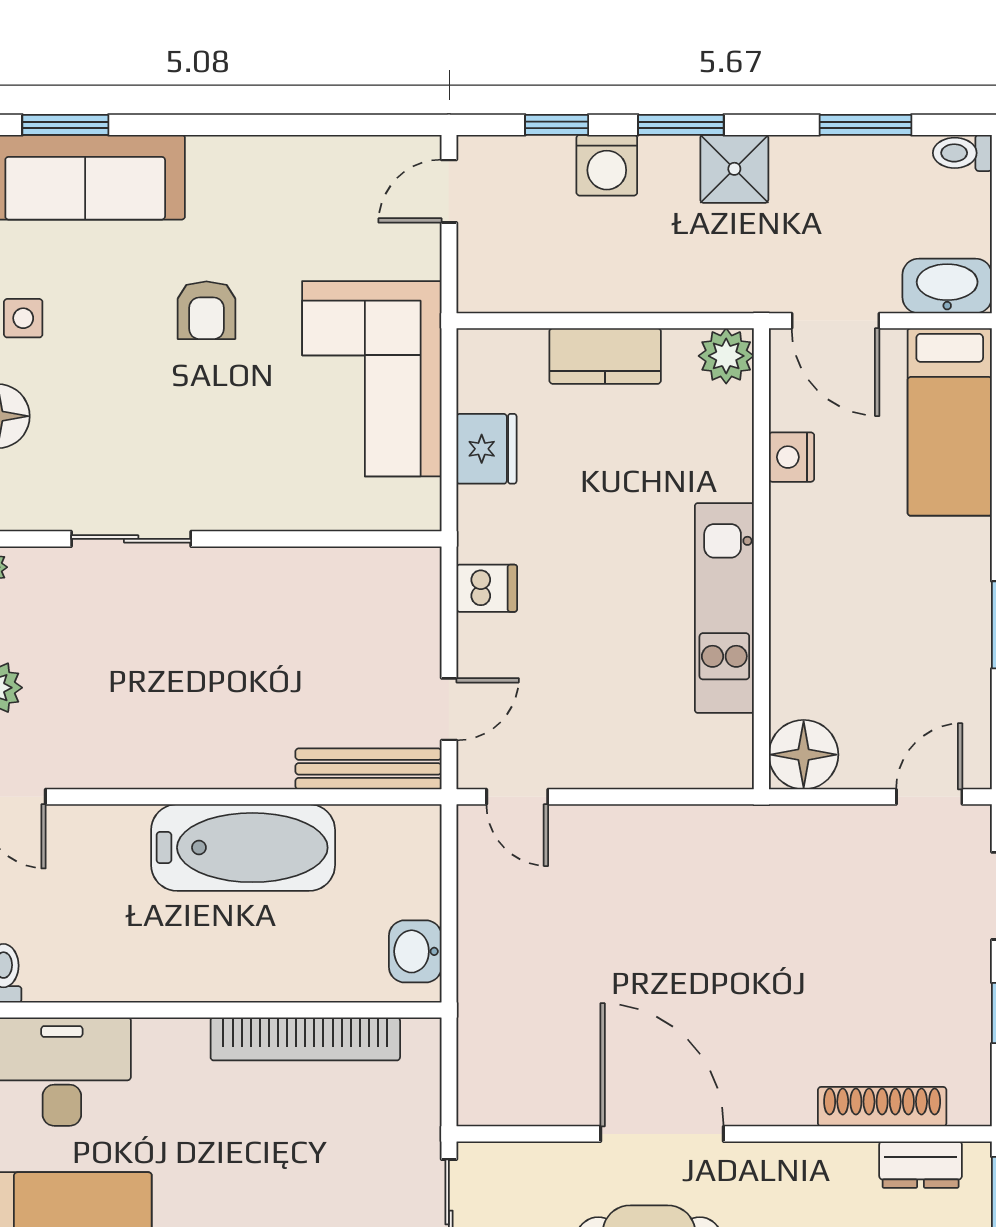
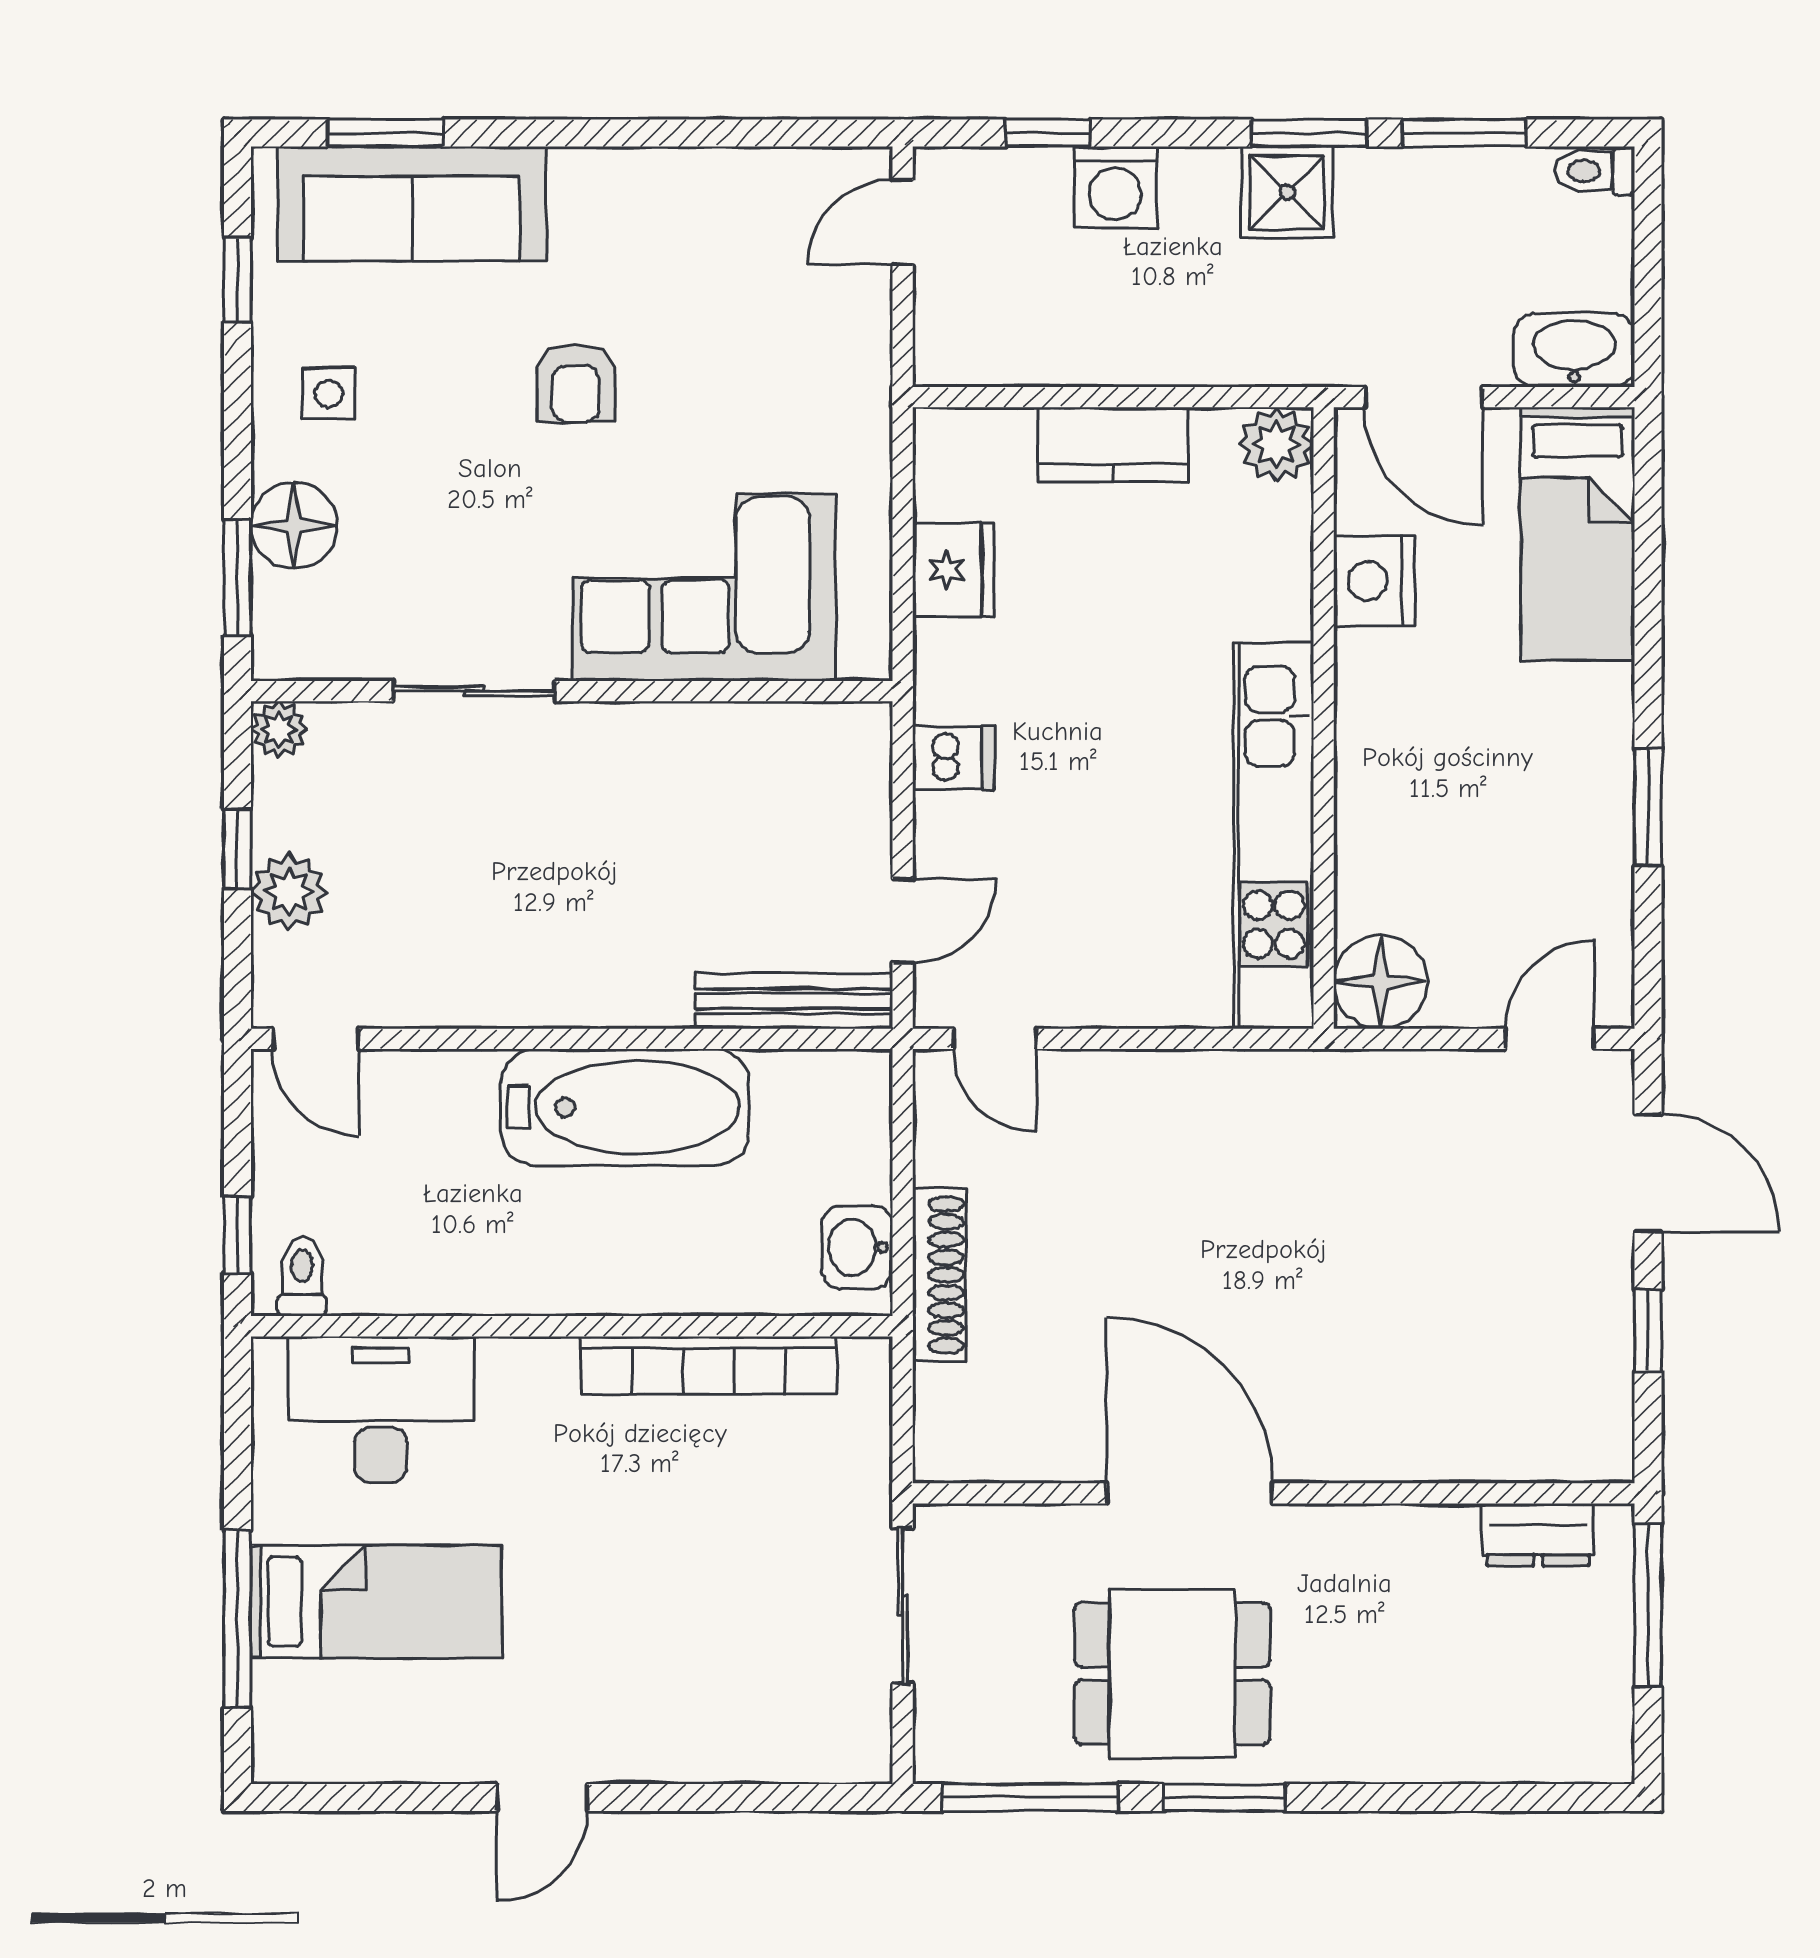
window: (681, 125) -> (1309, 133), moved
corner sofa: (372, 379) -> (704, 587), moved, turned 90
nightstand: (792, 457) -> (1374, 581), width x1.36, depth x1.33
kitchen unit: (724, 608) -> (1274, 836), width x1.36
shoe rack: (882, 1107) -> (939, 1275), moved, turned 90

